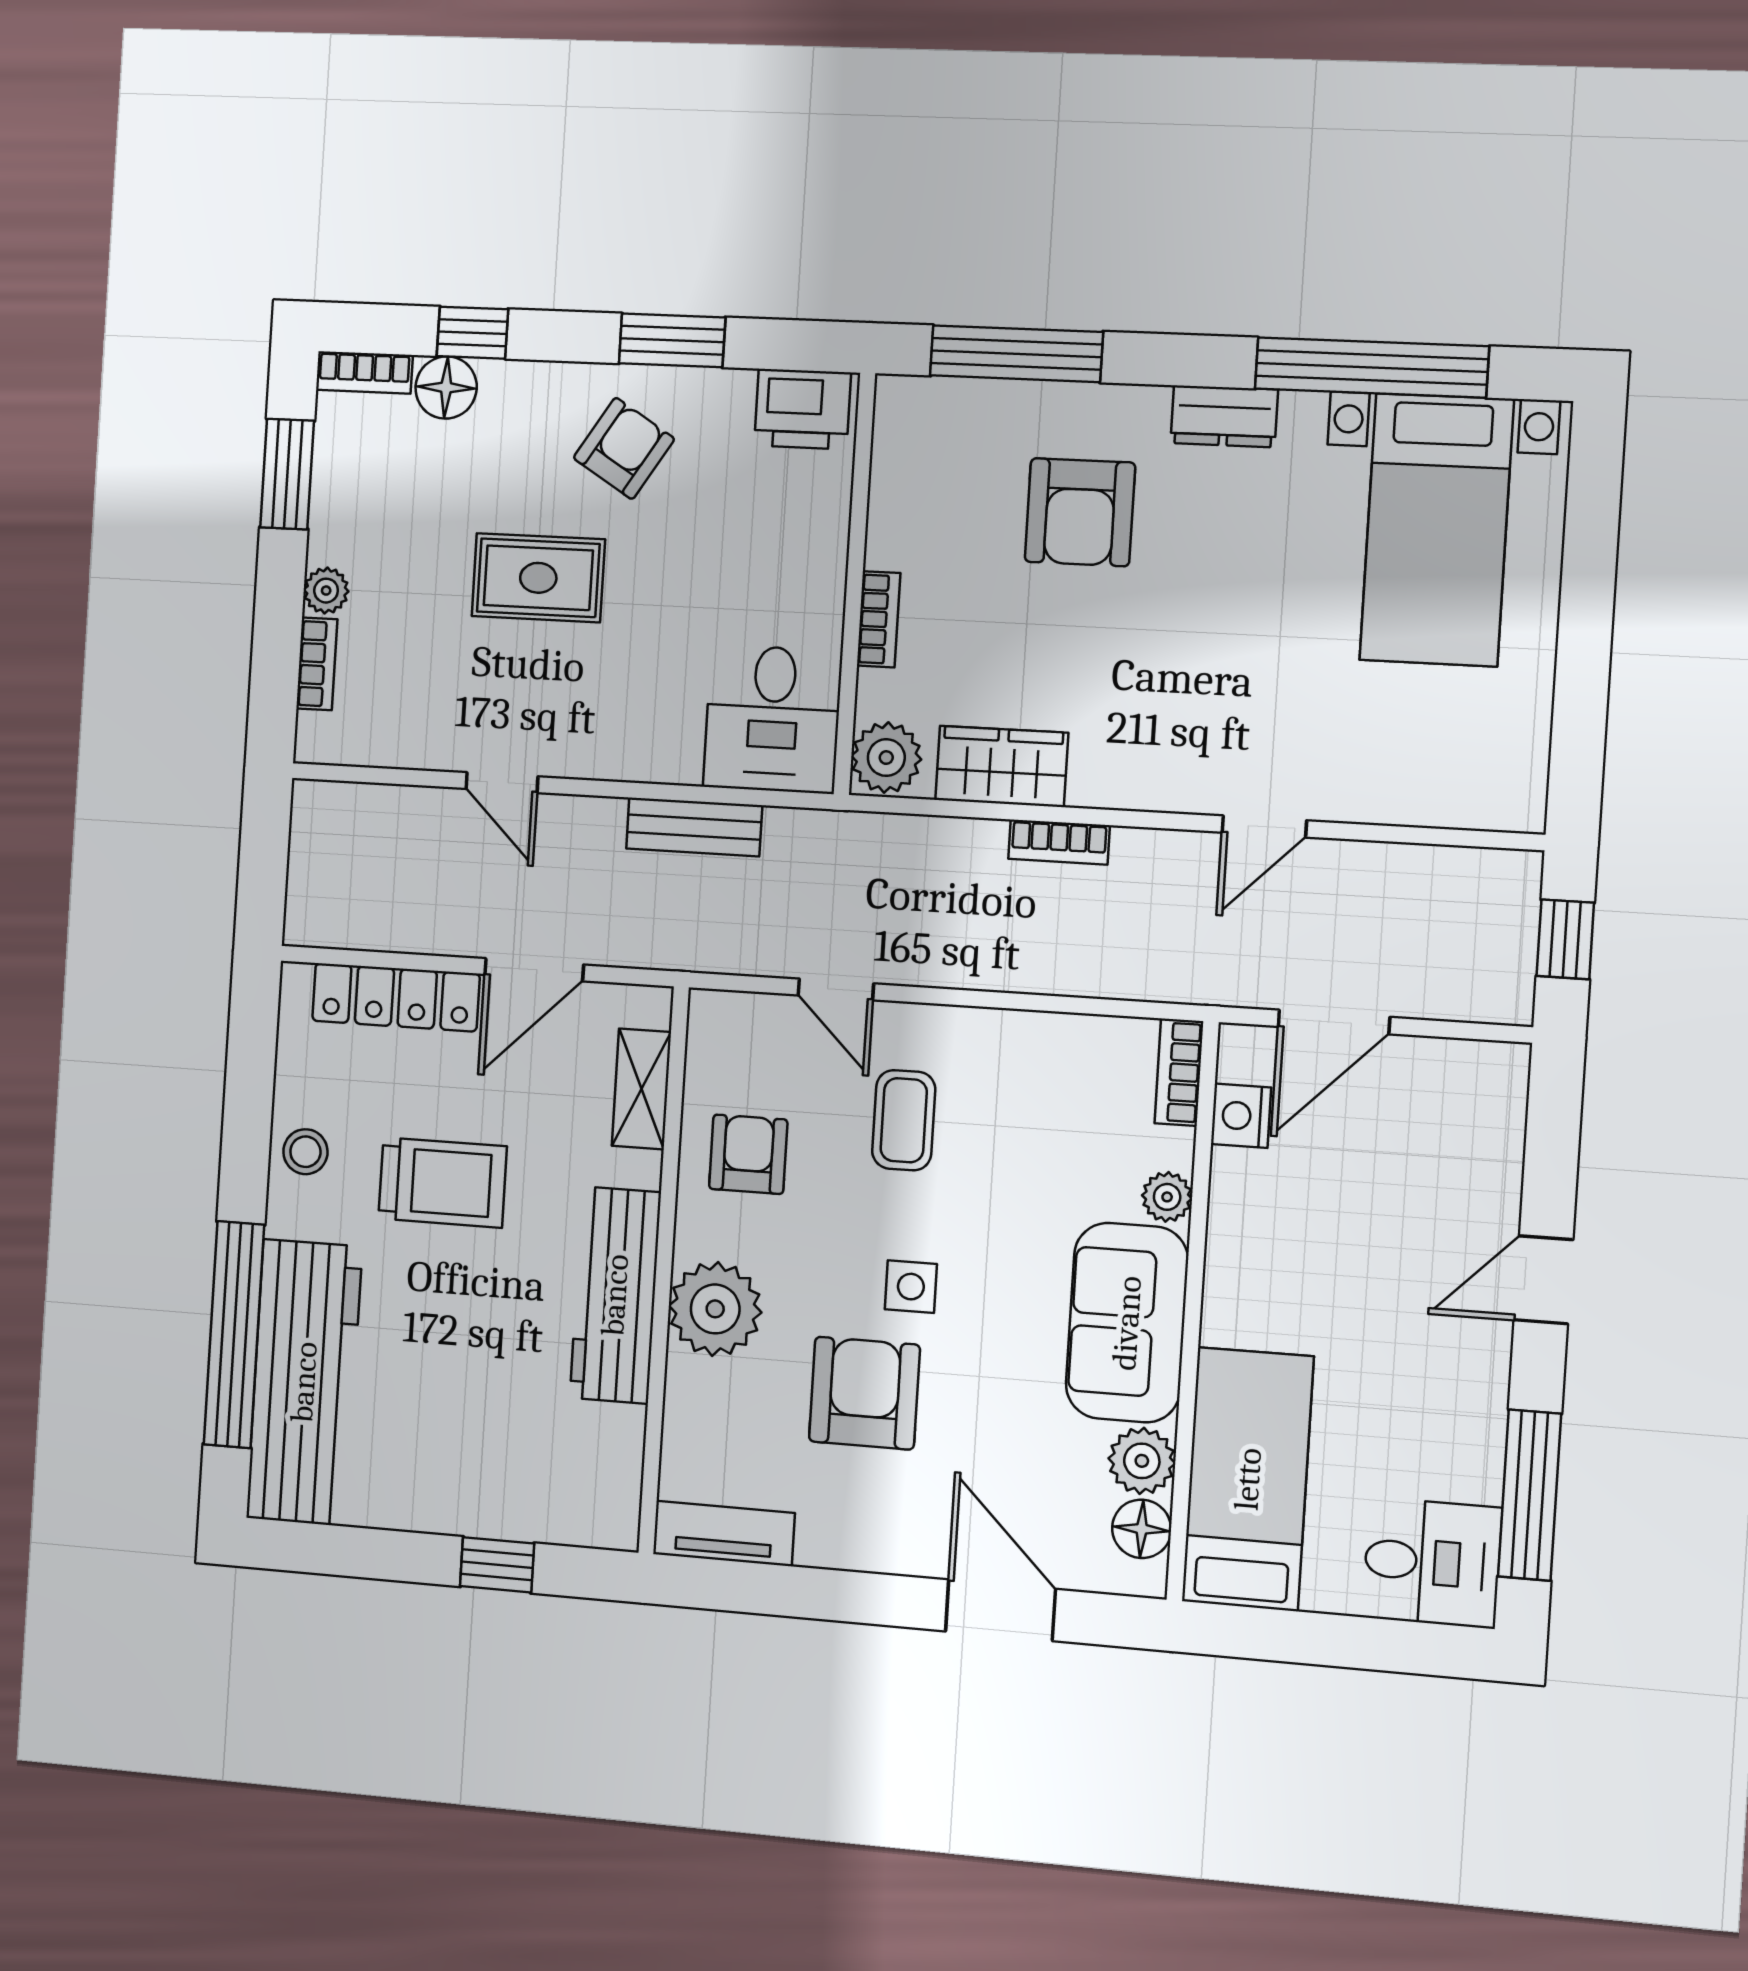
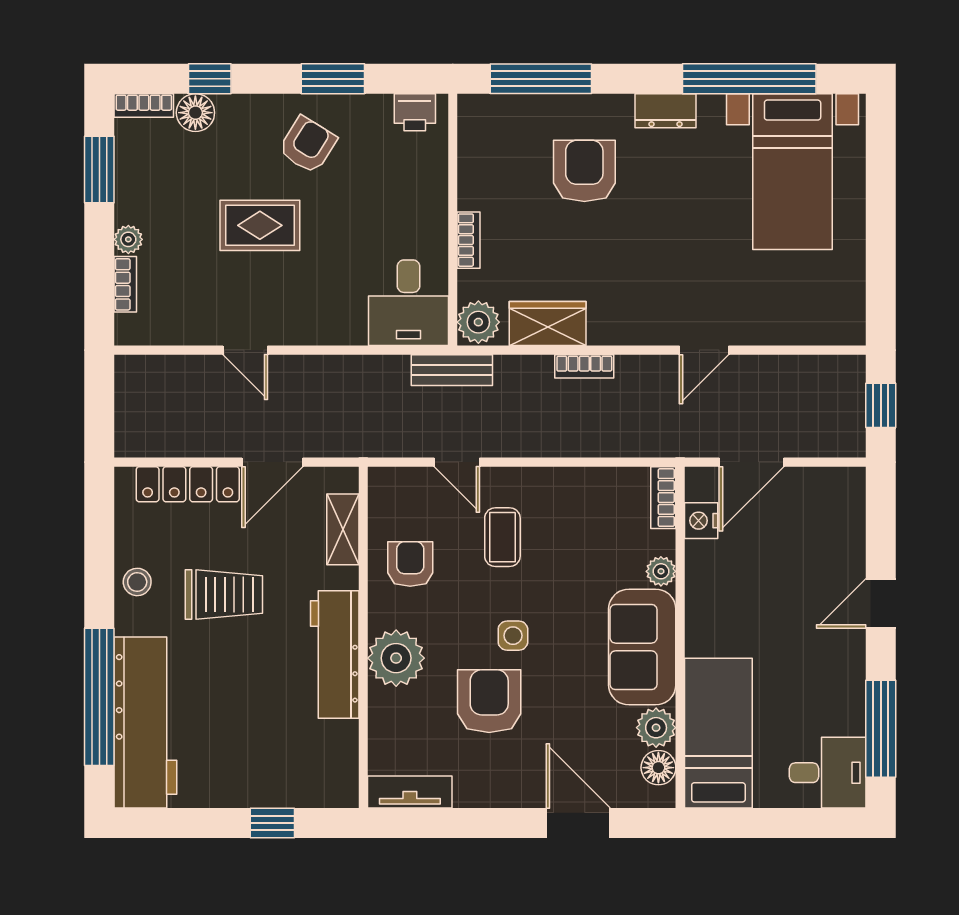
printer: (803, 409) -> (415, 112), width x0.73, depth x0.81
armchair: (1080, 512) -> (584, 171), turned 180
bench: (694, 827) -> (452, 370), moved

